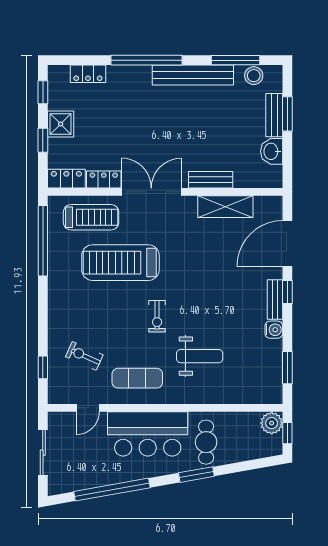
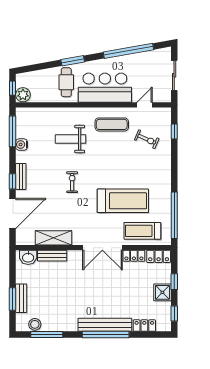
bench: (193, 75) -> (105, 325), moved
washbasin: (272, 151) -> (28, 257), moved, turned 90
bench: (211, 180) -> (52, 256), moved
exercise bike: (157, 316) -> (72, 182), moved
water cooler: (274, 330) -> (22, 145), moved
window: (287, 368) -> (13, 131), width x1.44

